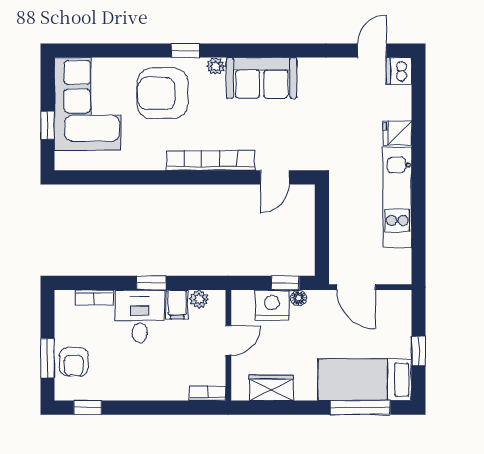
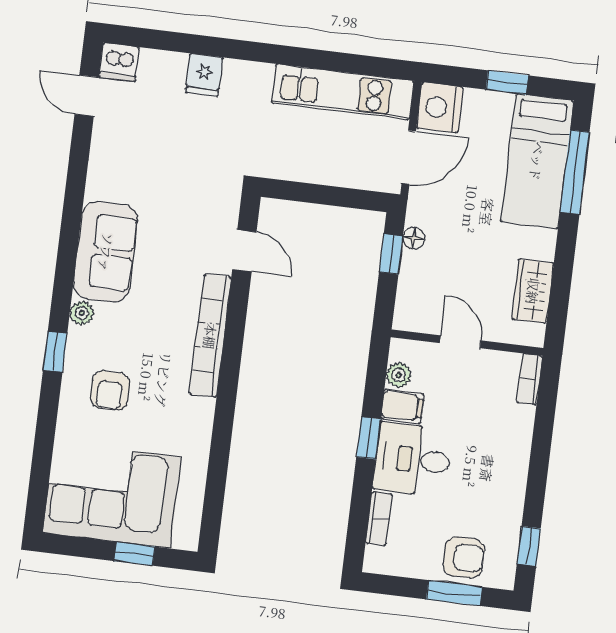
armchair: (162, 93) -> (110, 391), width x0.53, depth x0.53
kitchen unit: (397, 197) -> (343, 92), moved
nightstand: (272, 305) -> (440, 107), moved

